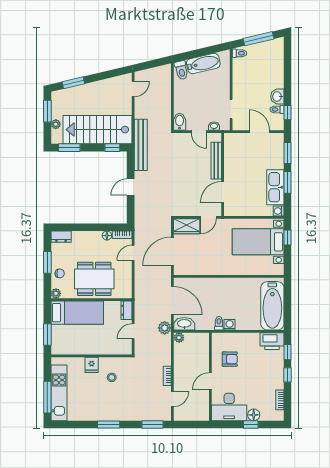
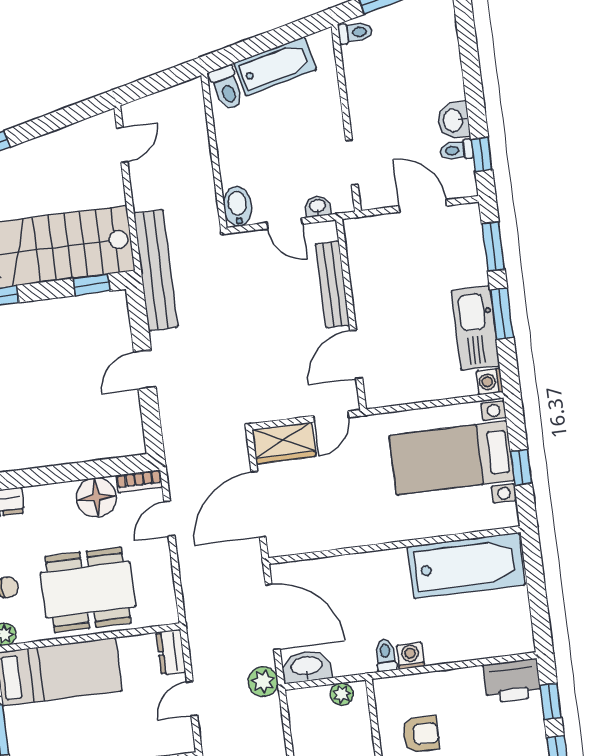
floor lamp: (107, 236) -> (96, 498), width x1.89, depth x1.89
window: (288, 237) -> (521, 467), moved
bathtub: (272, 306) -> (466, 566), moved, turned -90
plant: (179, 338) -> (342, 694), moved

